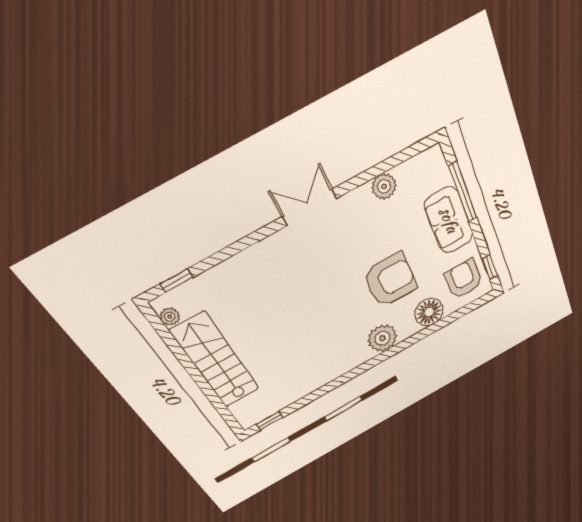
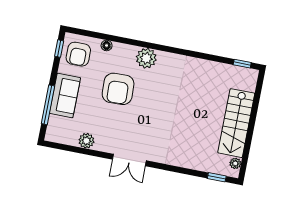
armchair: (390, 280) -> (118, 89), turned -92
floor lamp: (429, 312) -> (107, 45), width x0.53, depth x0.53

